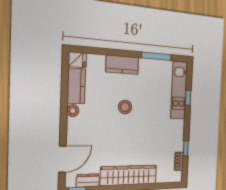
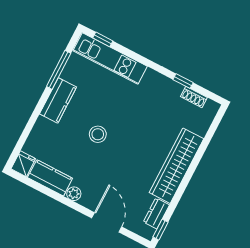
kitchen counter: (122, 65) -> (58, 100), moved
window: (188, 98) -> (103, 39), moved
door: (62, 159) -> (107, 222), moved

